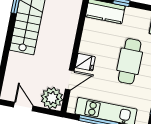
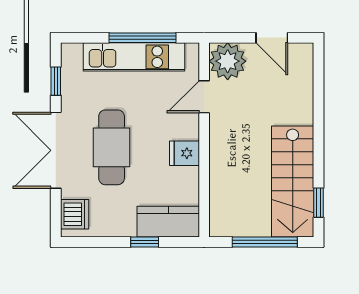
fridge: (85, 62) -> (184, 153), moved

